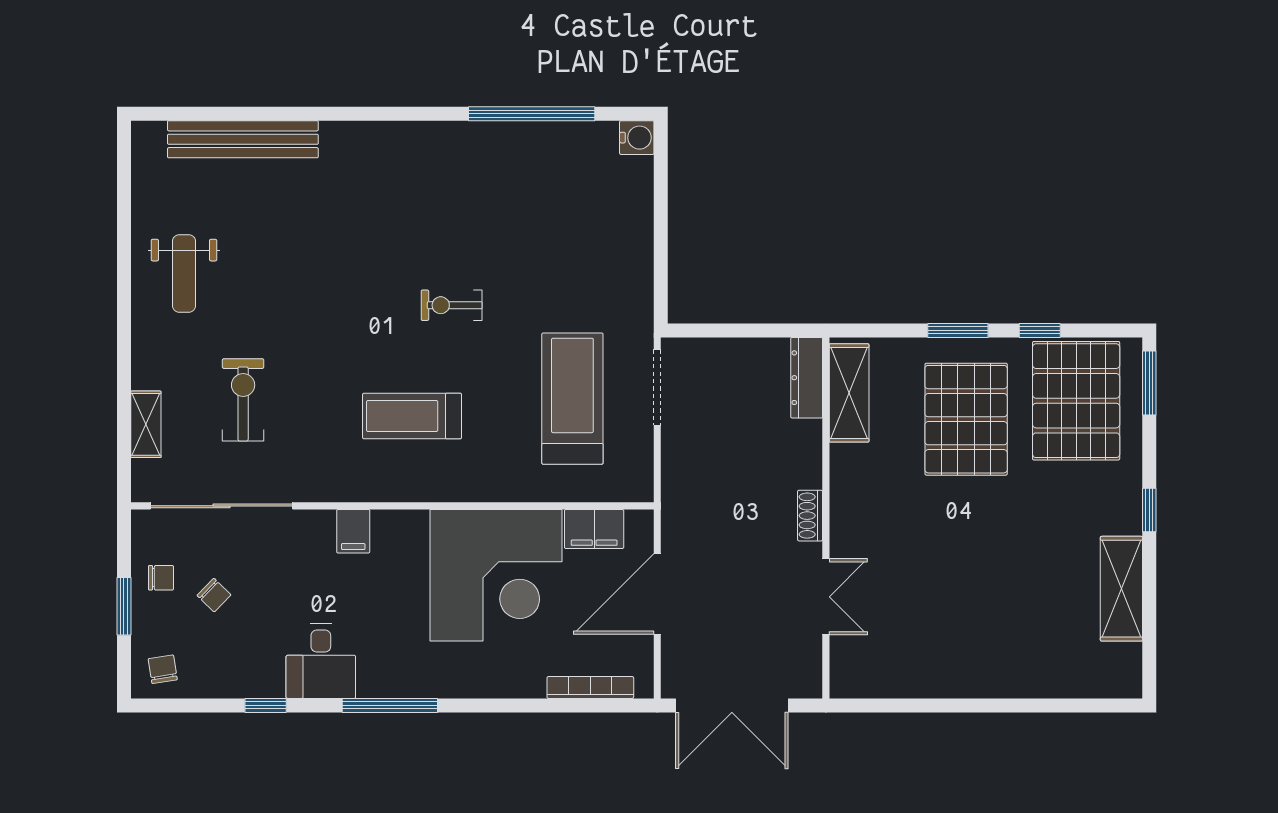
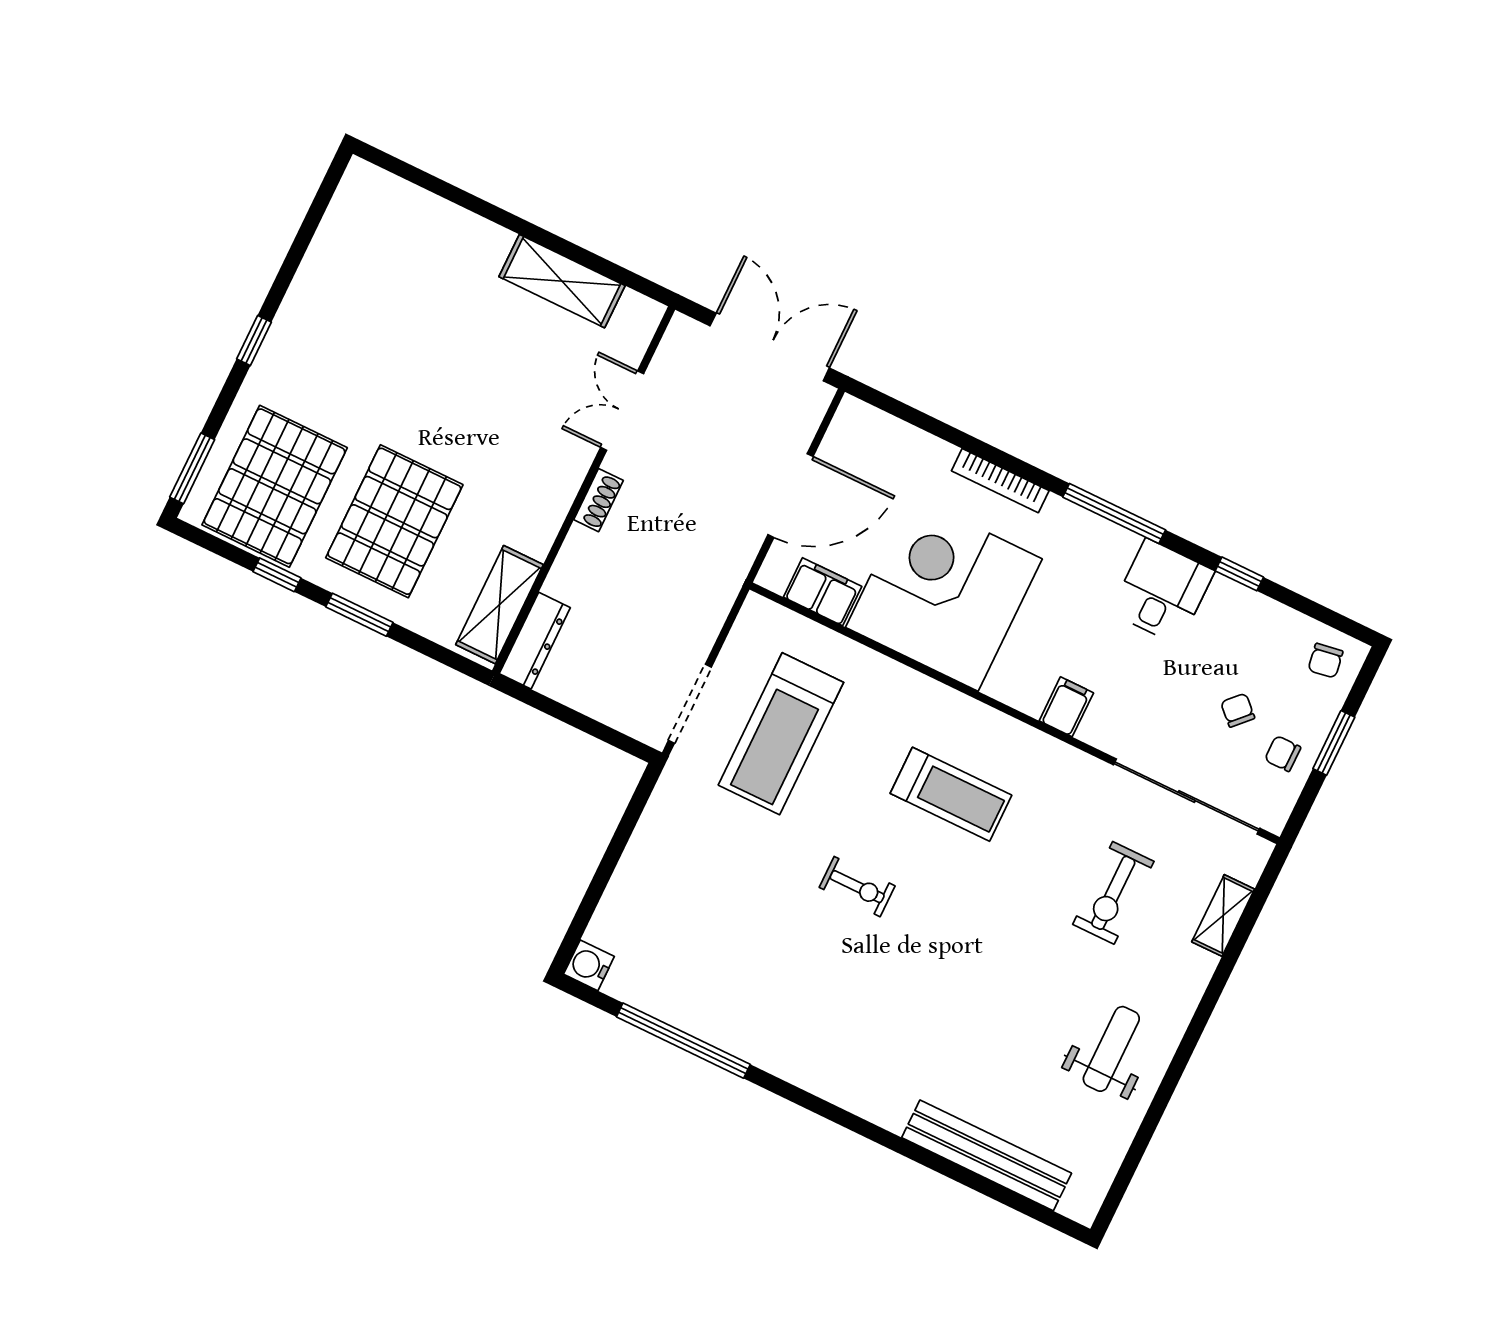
shelving: (1121, 589) -> (562, 281), moved, turned 90
bookcase: (590, 687) -> (1000, 481), moved

